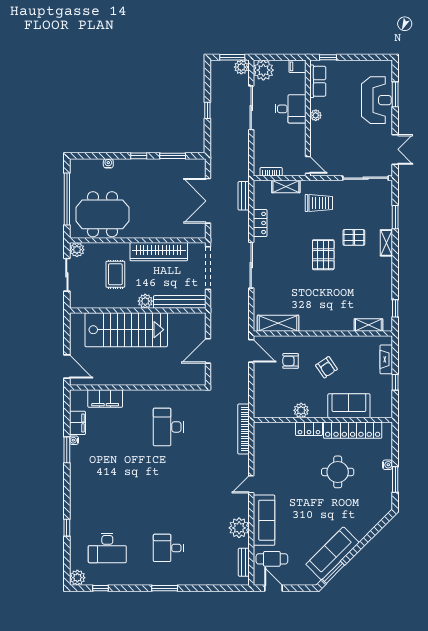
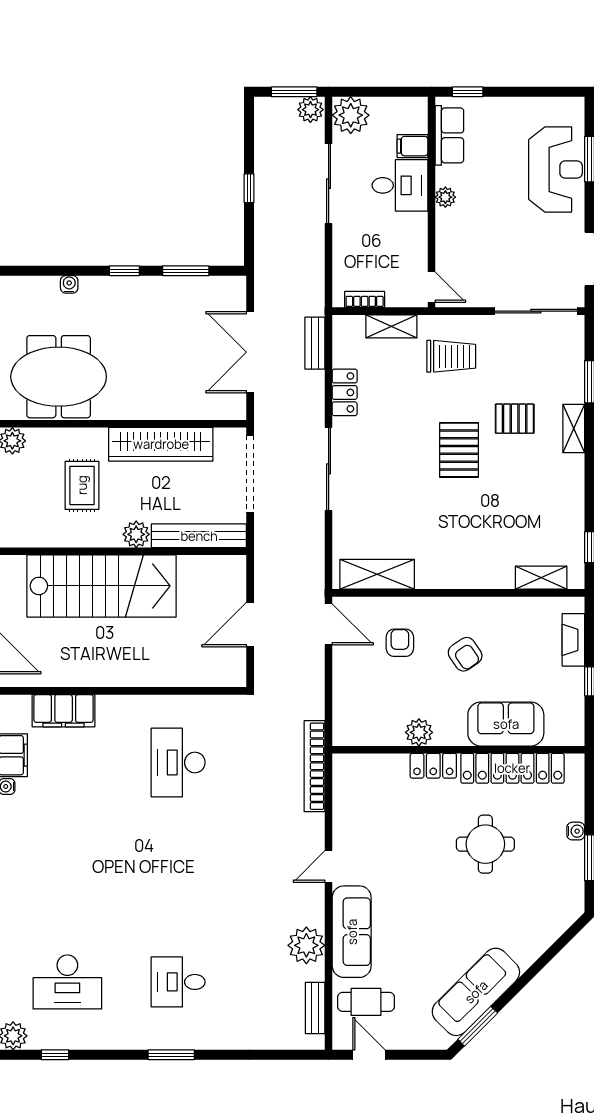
filing cabinet: (297, 66) -> (412, 146), moved
armchair: (291, 361) -> (400, 643), turned 90

